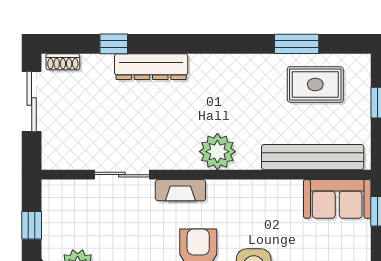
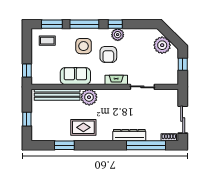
window: (114, 44) -> (146, 145), width x3.17
rug: (315, 84) -> (83, 127), moved
plant: (217, 152) -> (89, 97), moved
sofa: (337, 199) -> (75, 76), moved

